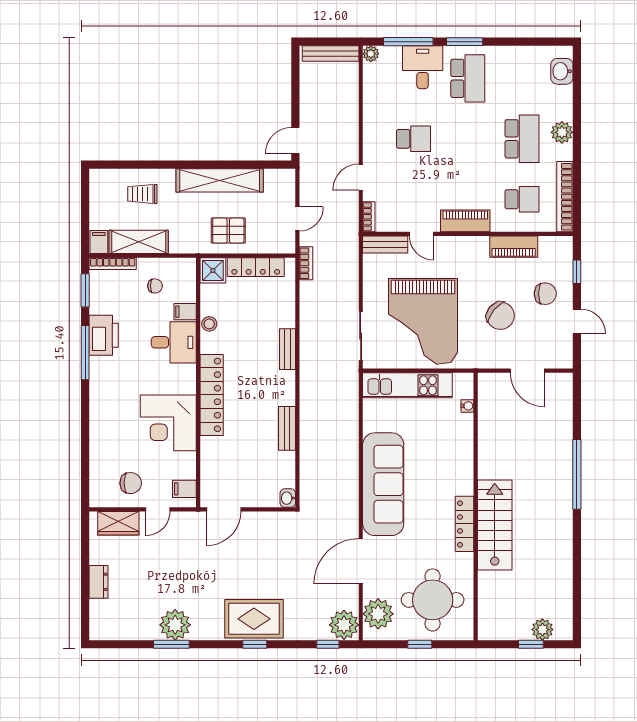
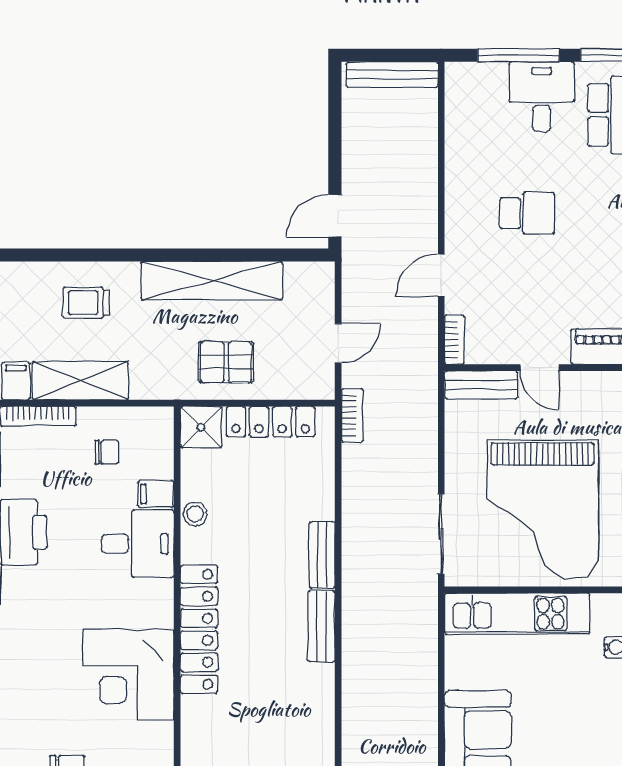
plant: (371, 54) -> (458, 75), removed
bench: (287, 428) -> (321, 626), moved

